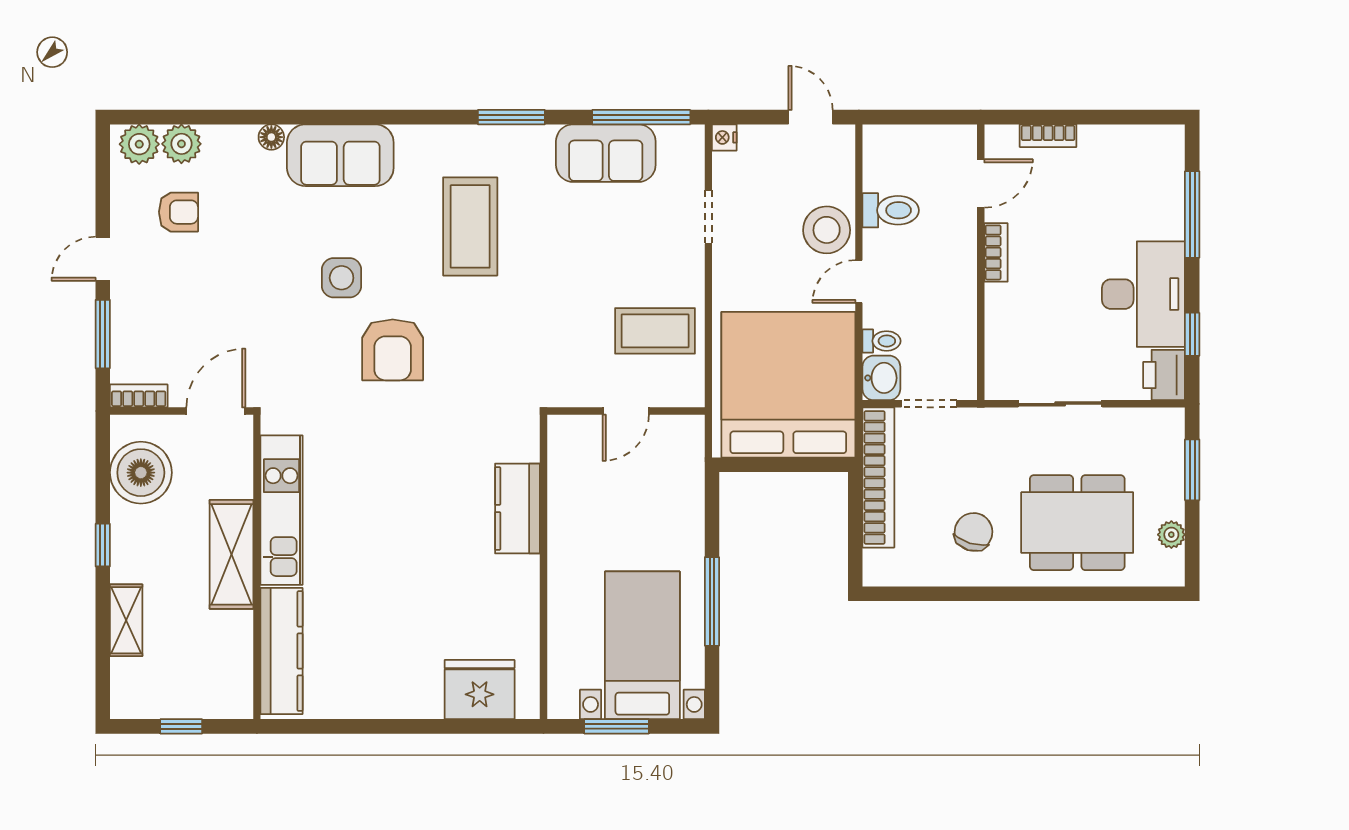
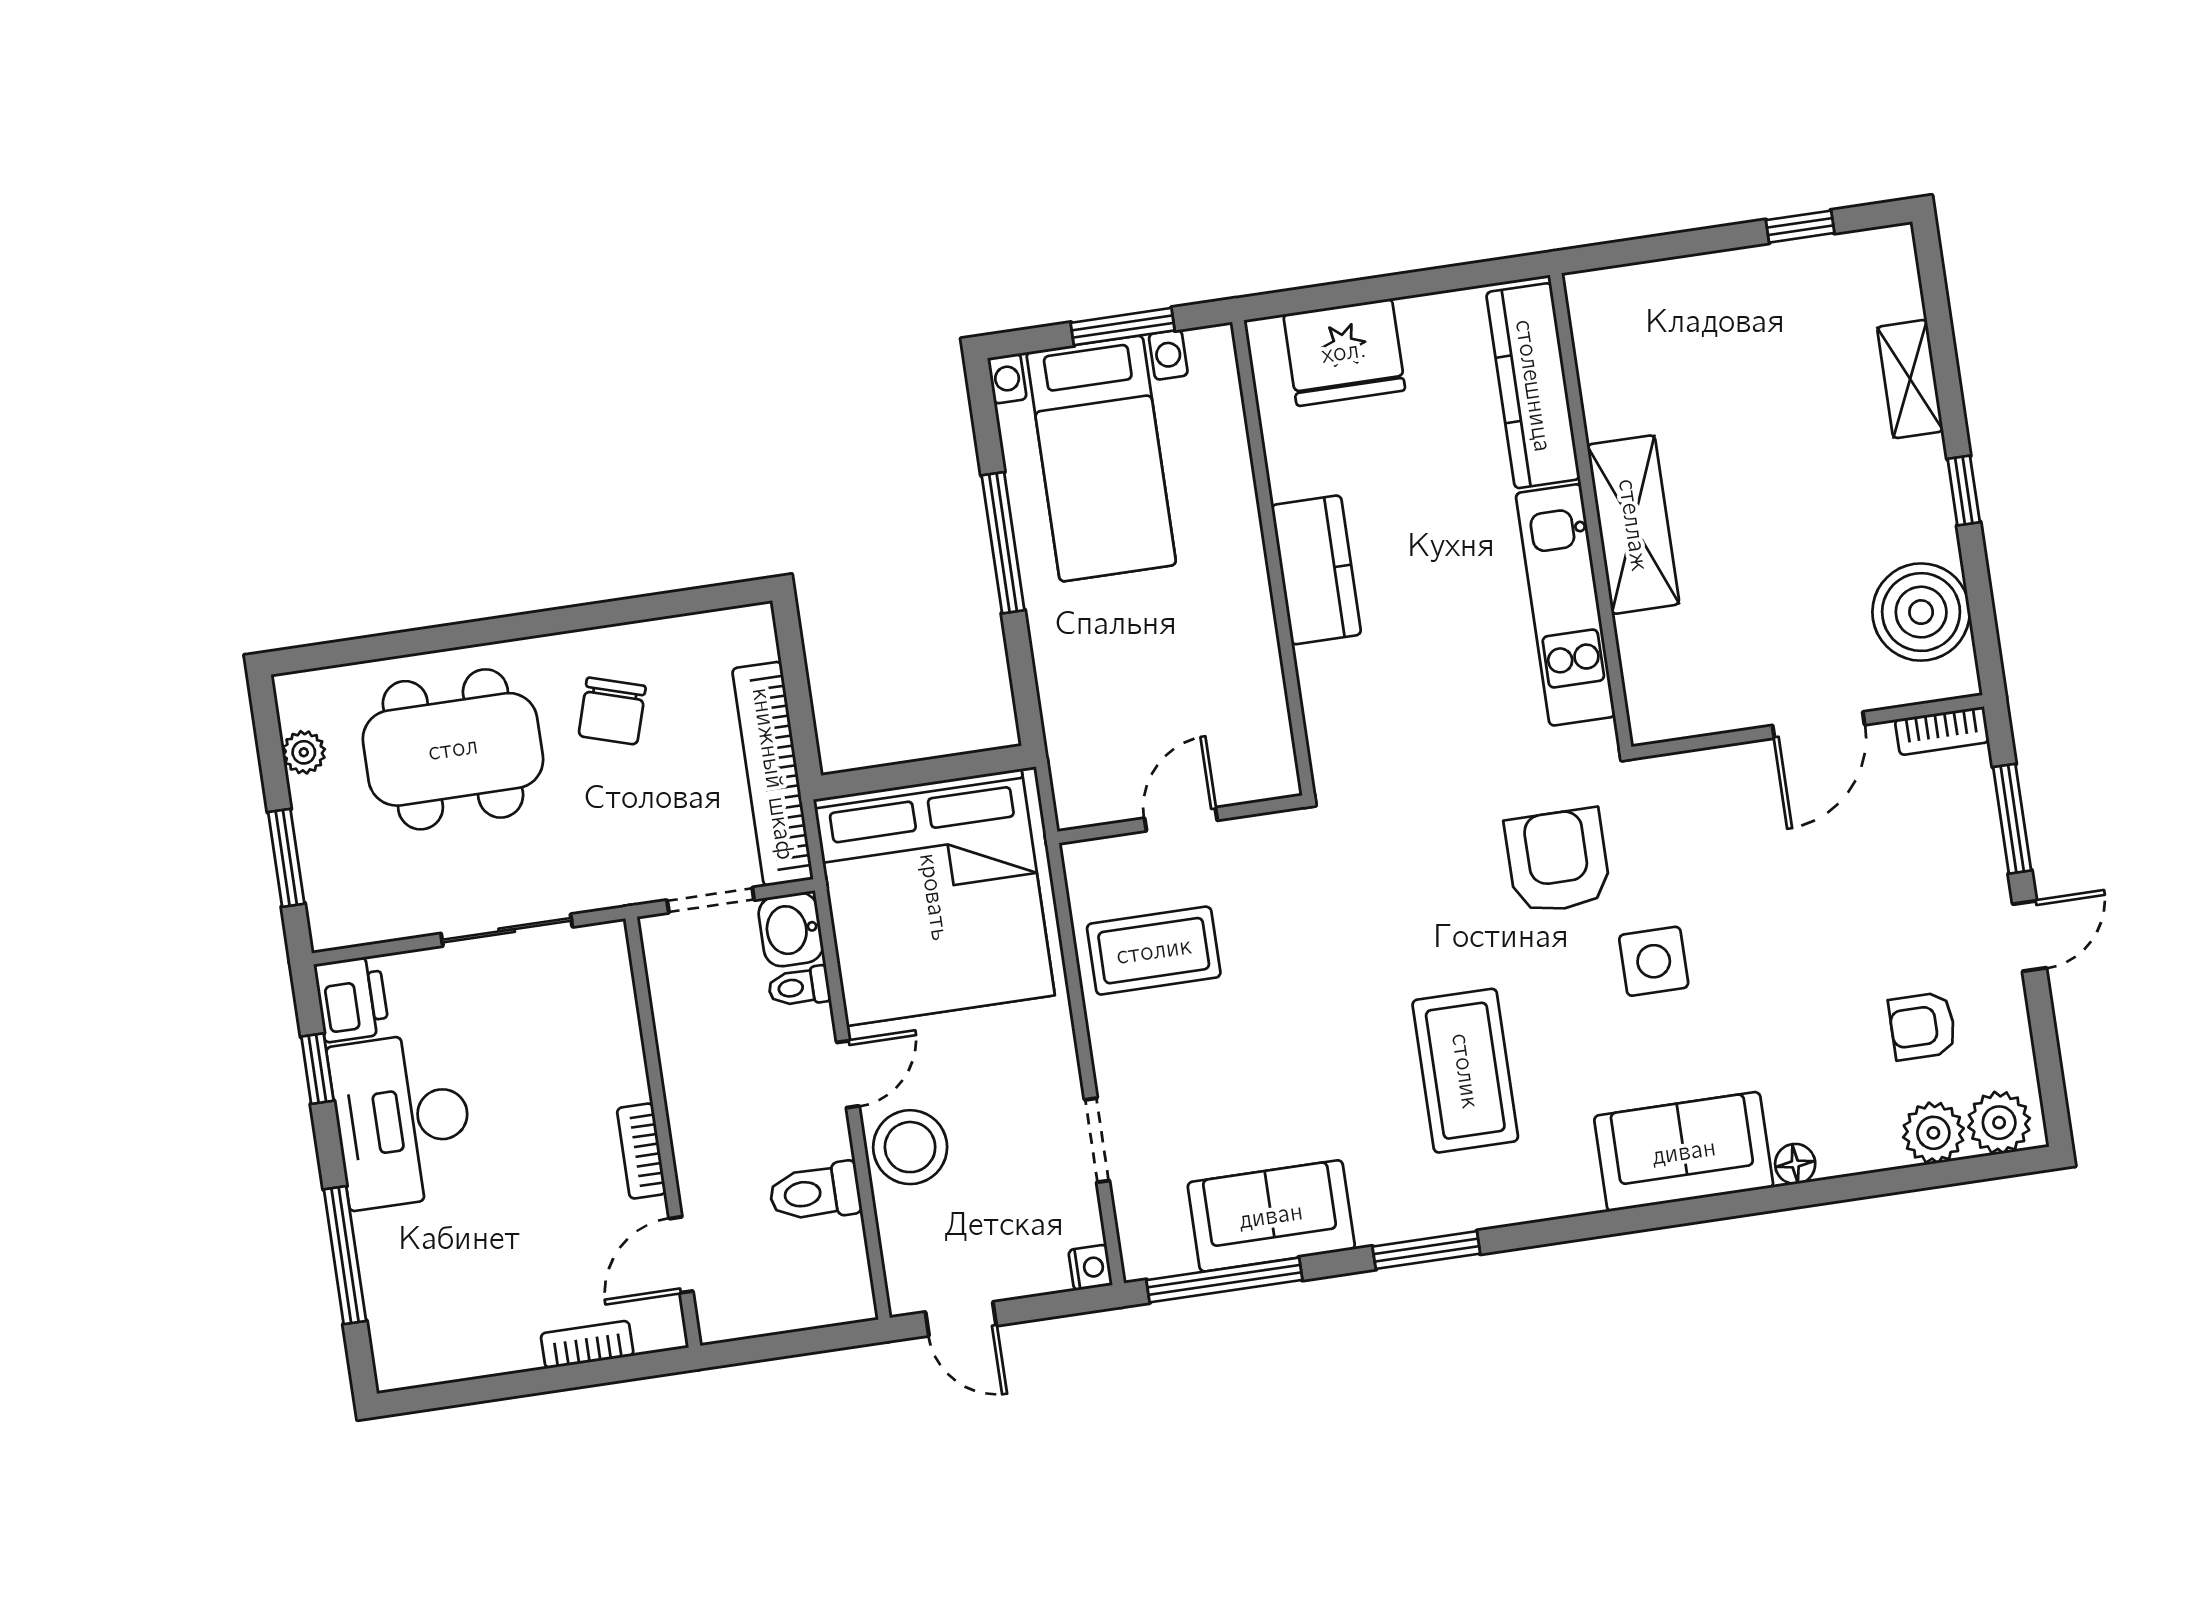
kitchen counter: (517, 508) -> (1316, 570), moved
kitchen unit: (282, 510) -> (1565, 605), moved
shelving: (231, 554) -> (1633, 525), moved
wall: (257, 567) -> (1591, 511), moved
kitchen counter: (281, 651) -> (1533, 386), moved

